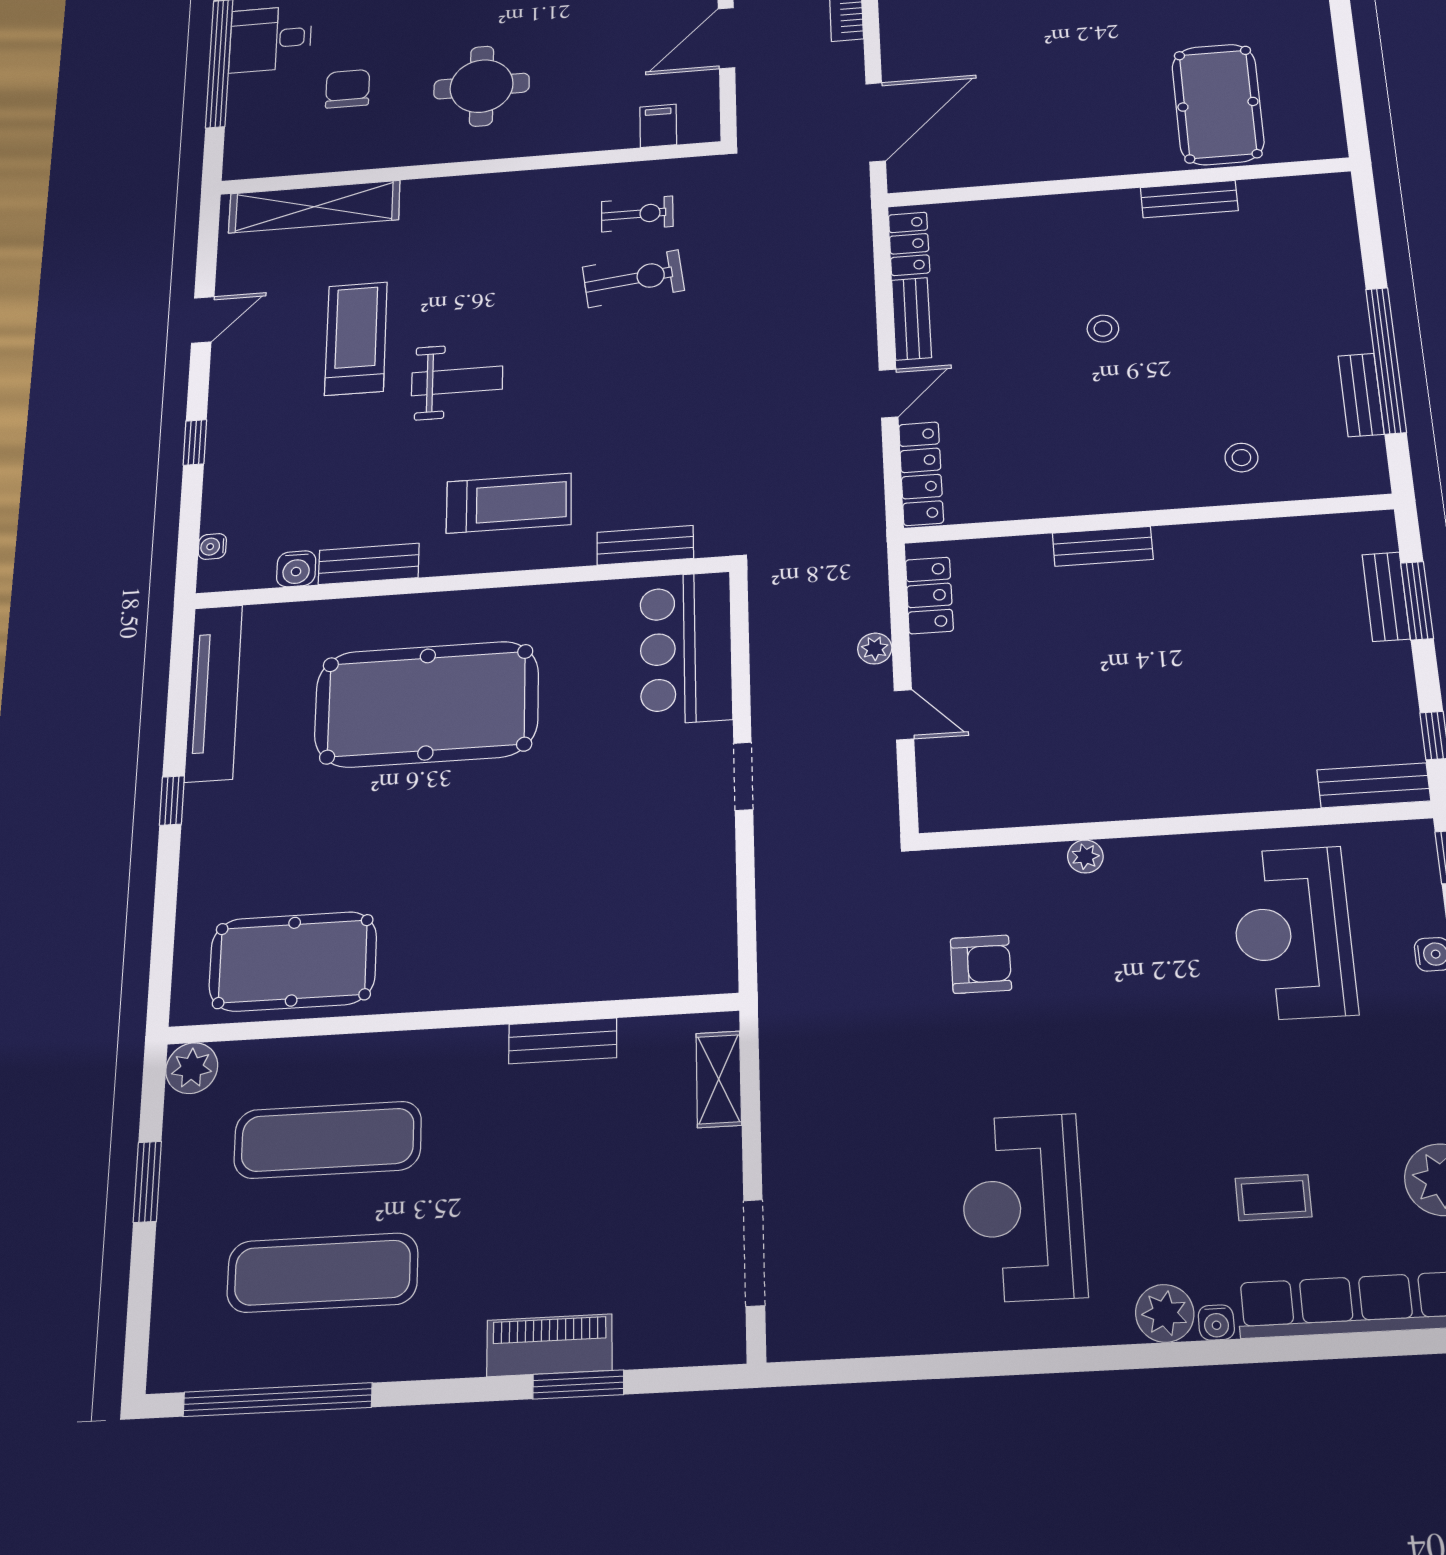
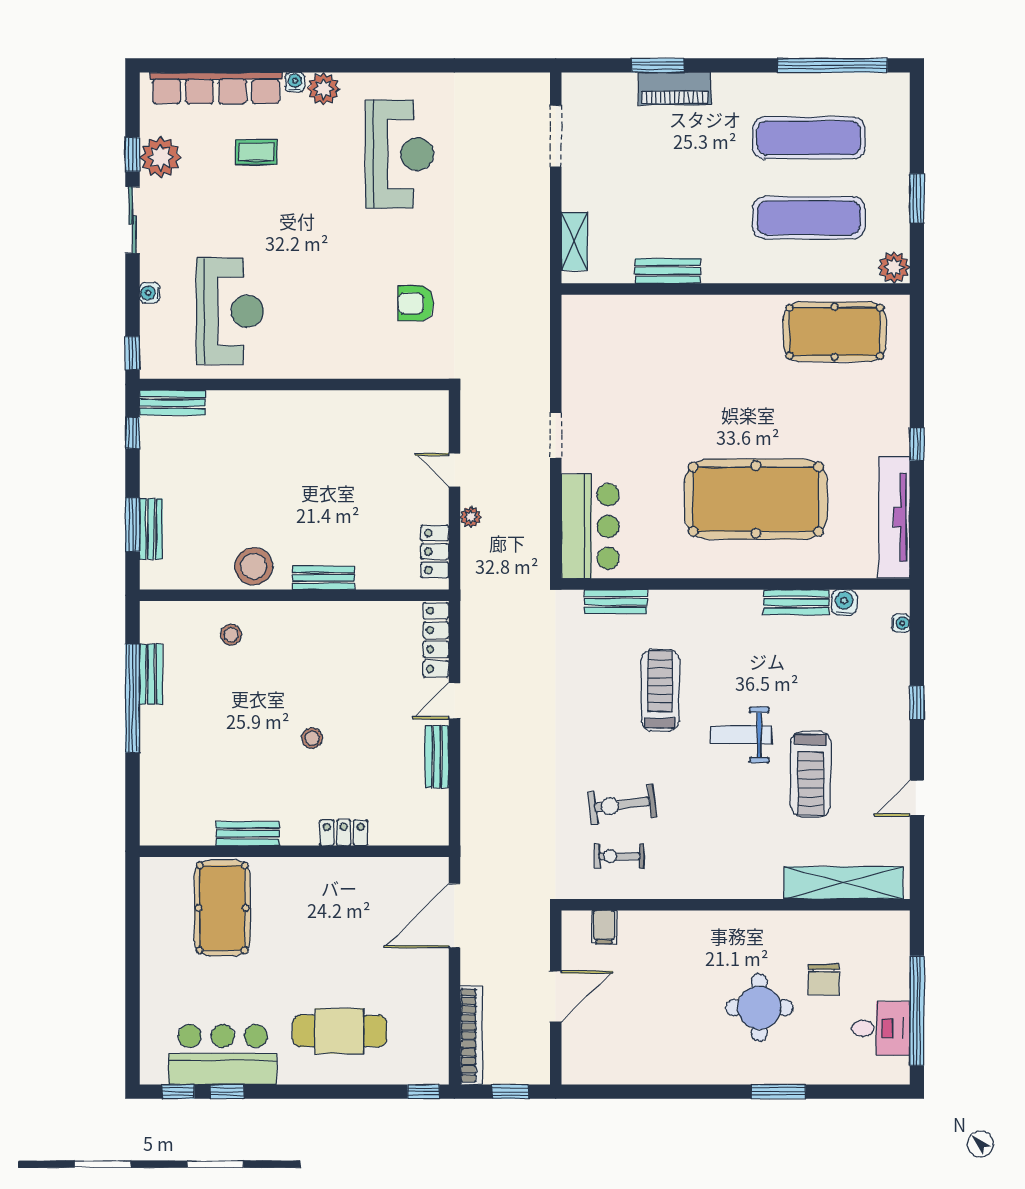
round table: (482, 86) -> (759, 1008), moved
locker: (909, 244) -> (344, 833), moved, turned 90
treadmill: (509, 503) -> (660, 690), moved, turned 90
stool: (1215, 555) -> (254, 566), added
plant: (1085, 856) -> (349, 368), removed

